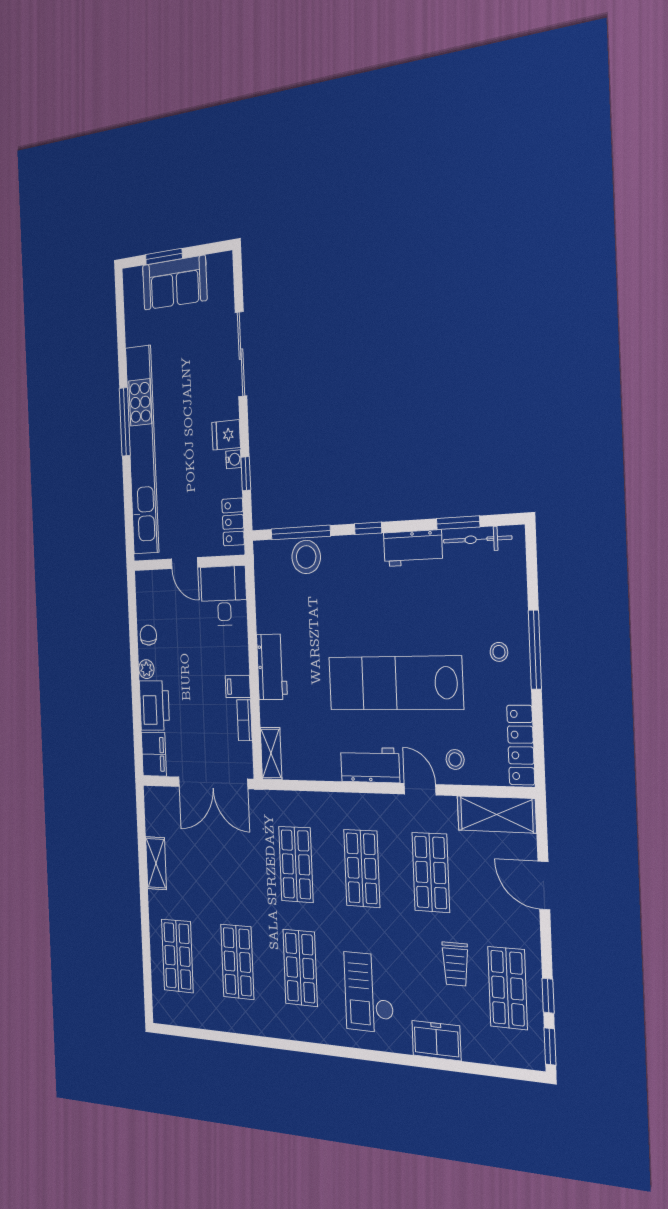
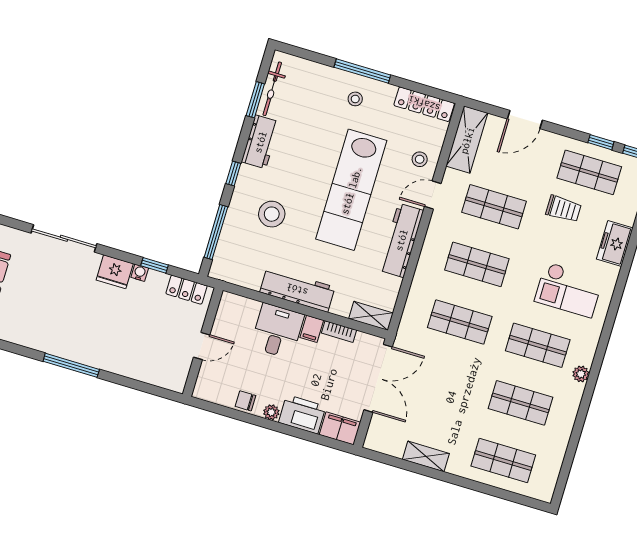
fridge: (226, 435) -> (115, 272), width x1.38
kitchen unit: (142, 450) -> (100, 356), removed
stool: (306, 557) -> (272, 214), moved
desk: (224, 596) -> (277, 331), moved, turned 90
workbench: (272, 667) -> (297, 290), width x1.38
workbench: (370, 765) -> (401, 240), width x1.38
plant: (286, 1029) -> (581, 374), added

